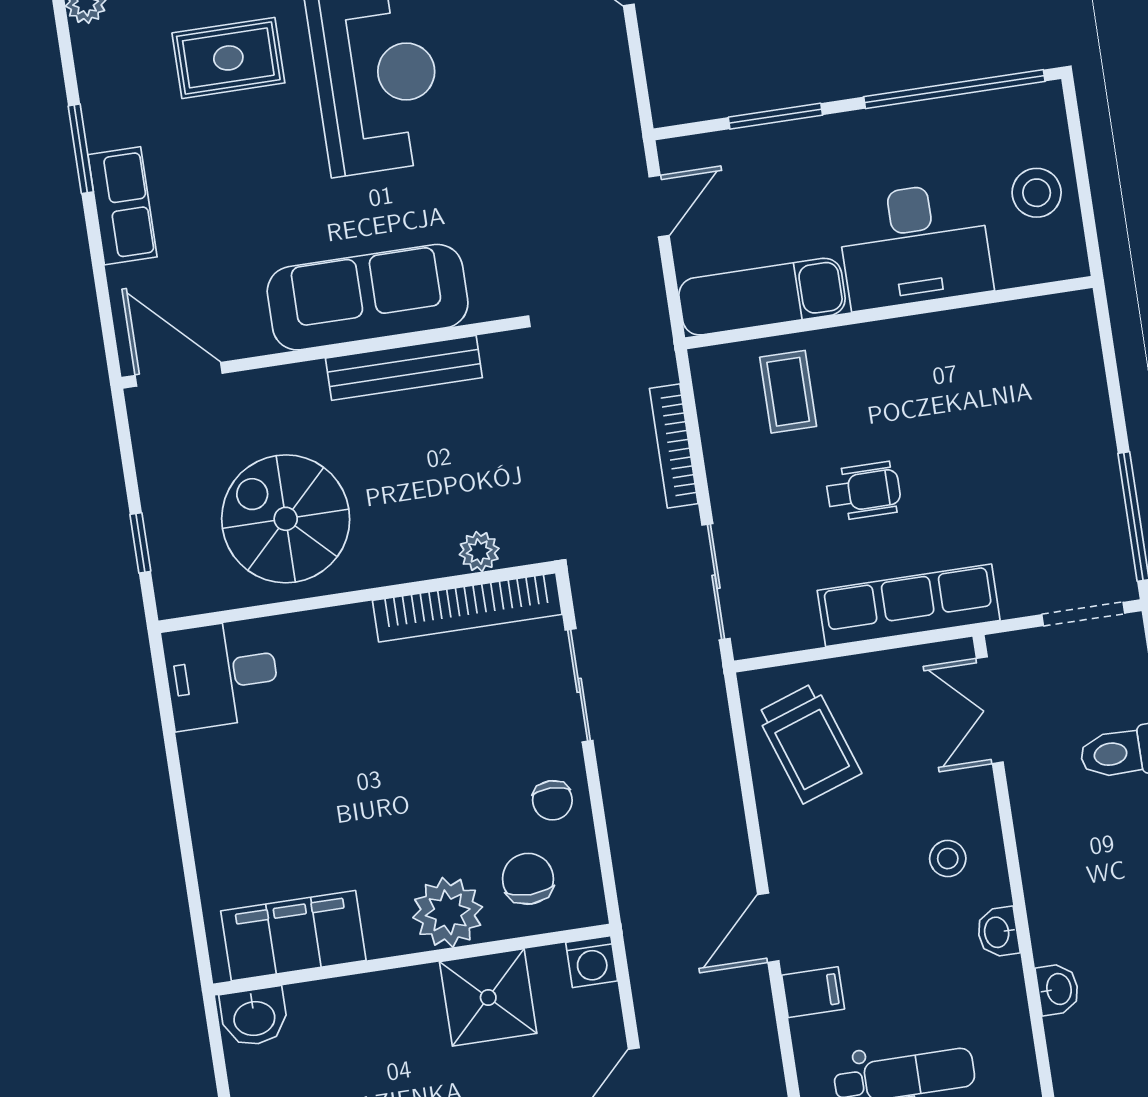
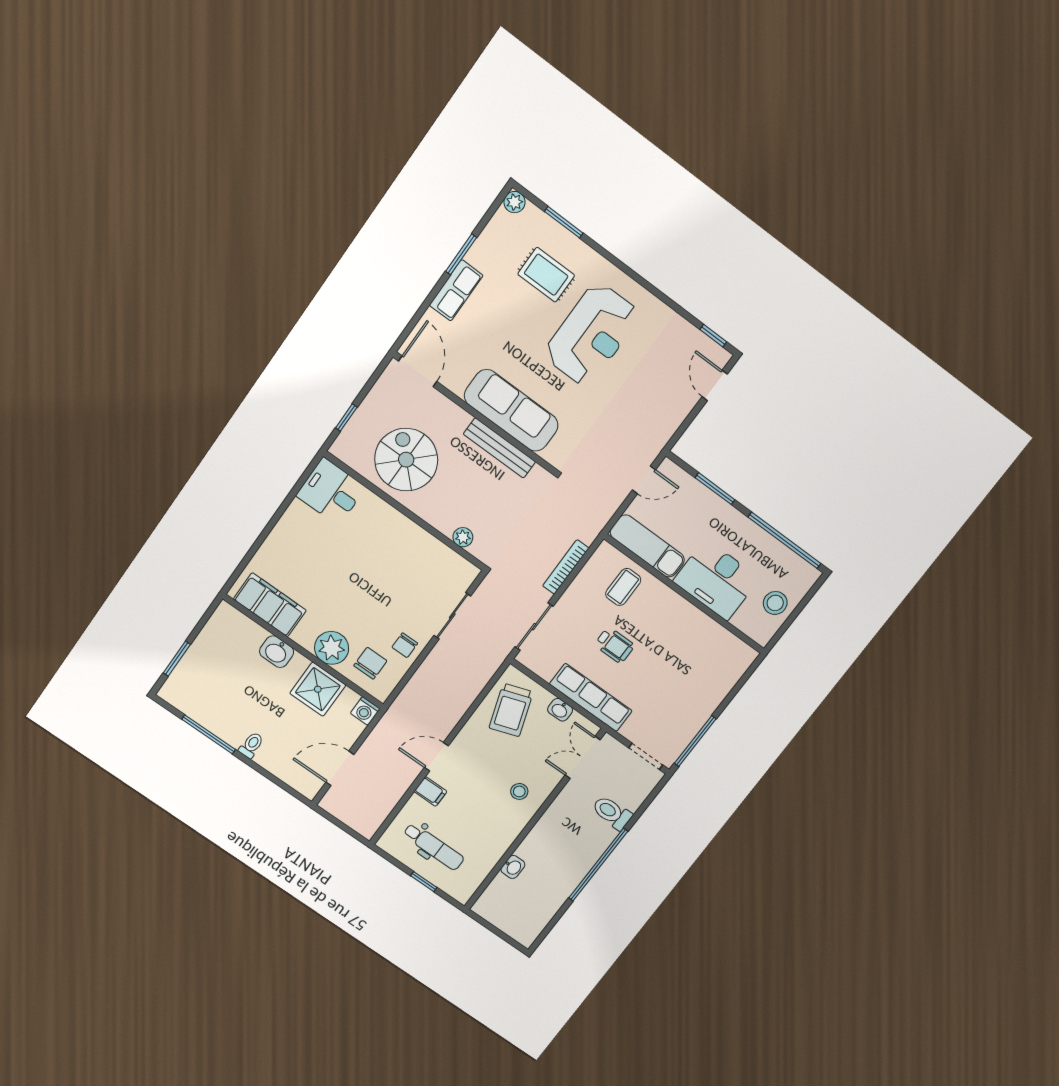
bookcase: (467, 607) -> (440, 552), removed
washbasin: (998, 932) -> (560, 710), moved, turned -90
washbasin: (254, 1017) -> (277, 652), moved

